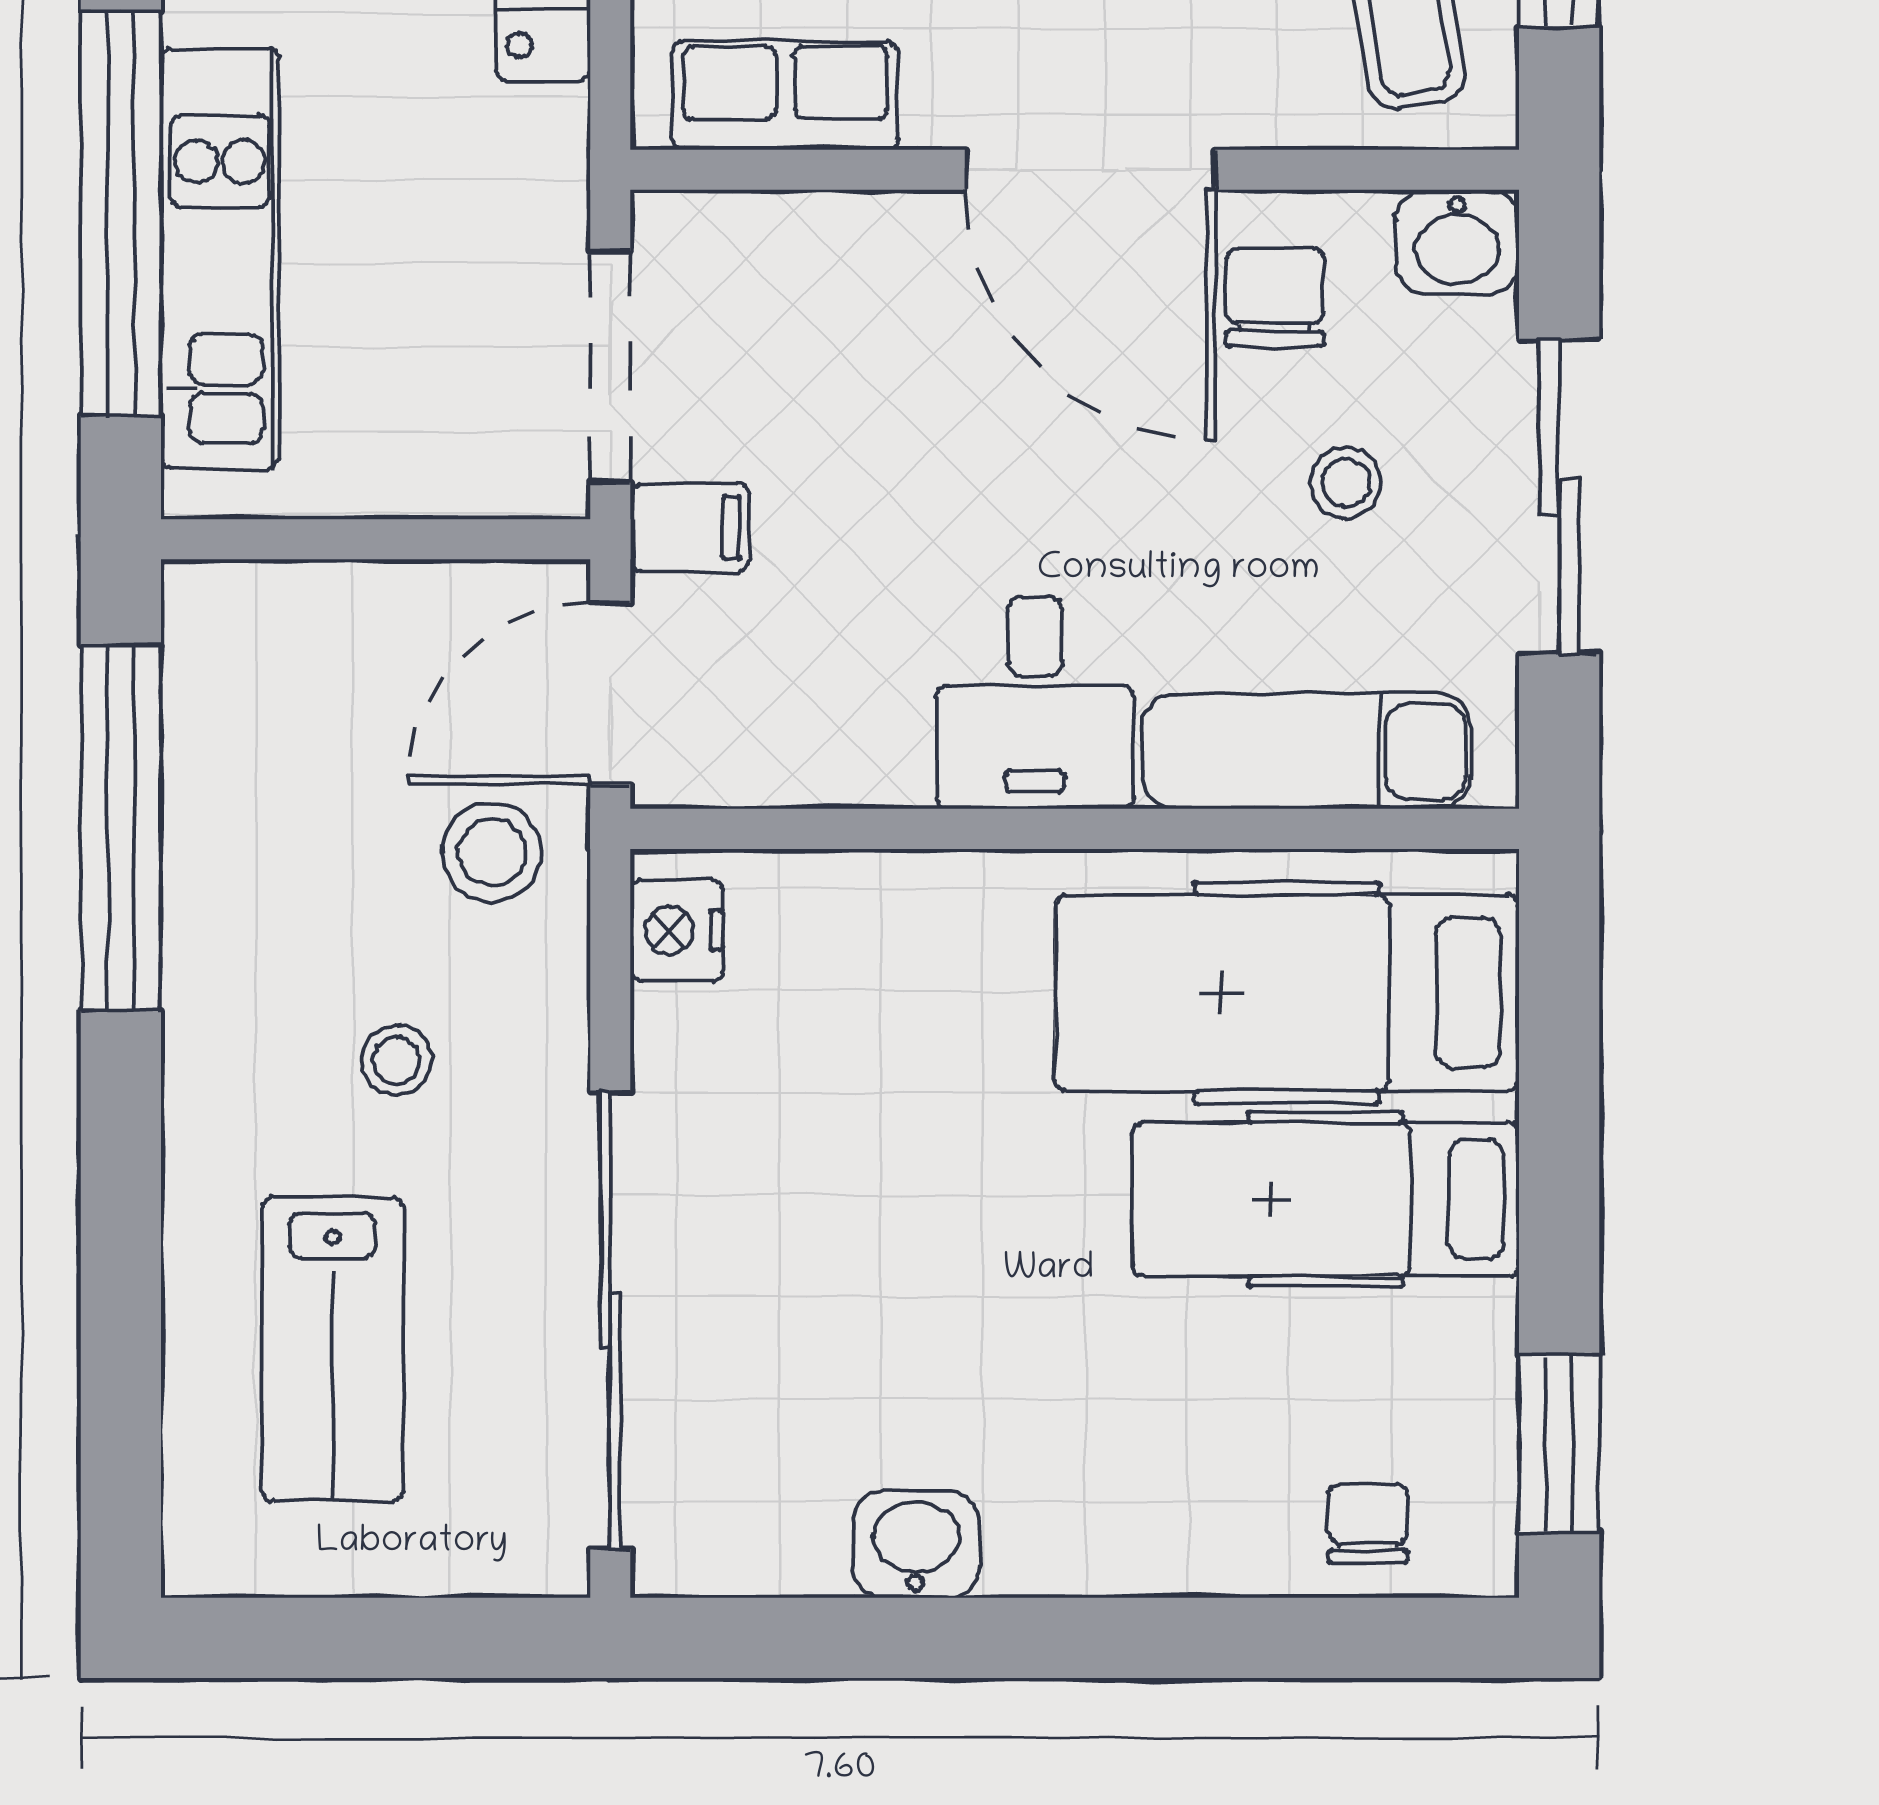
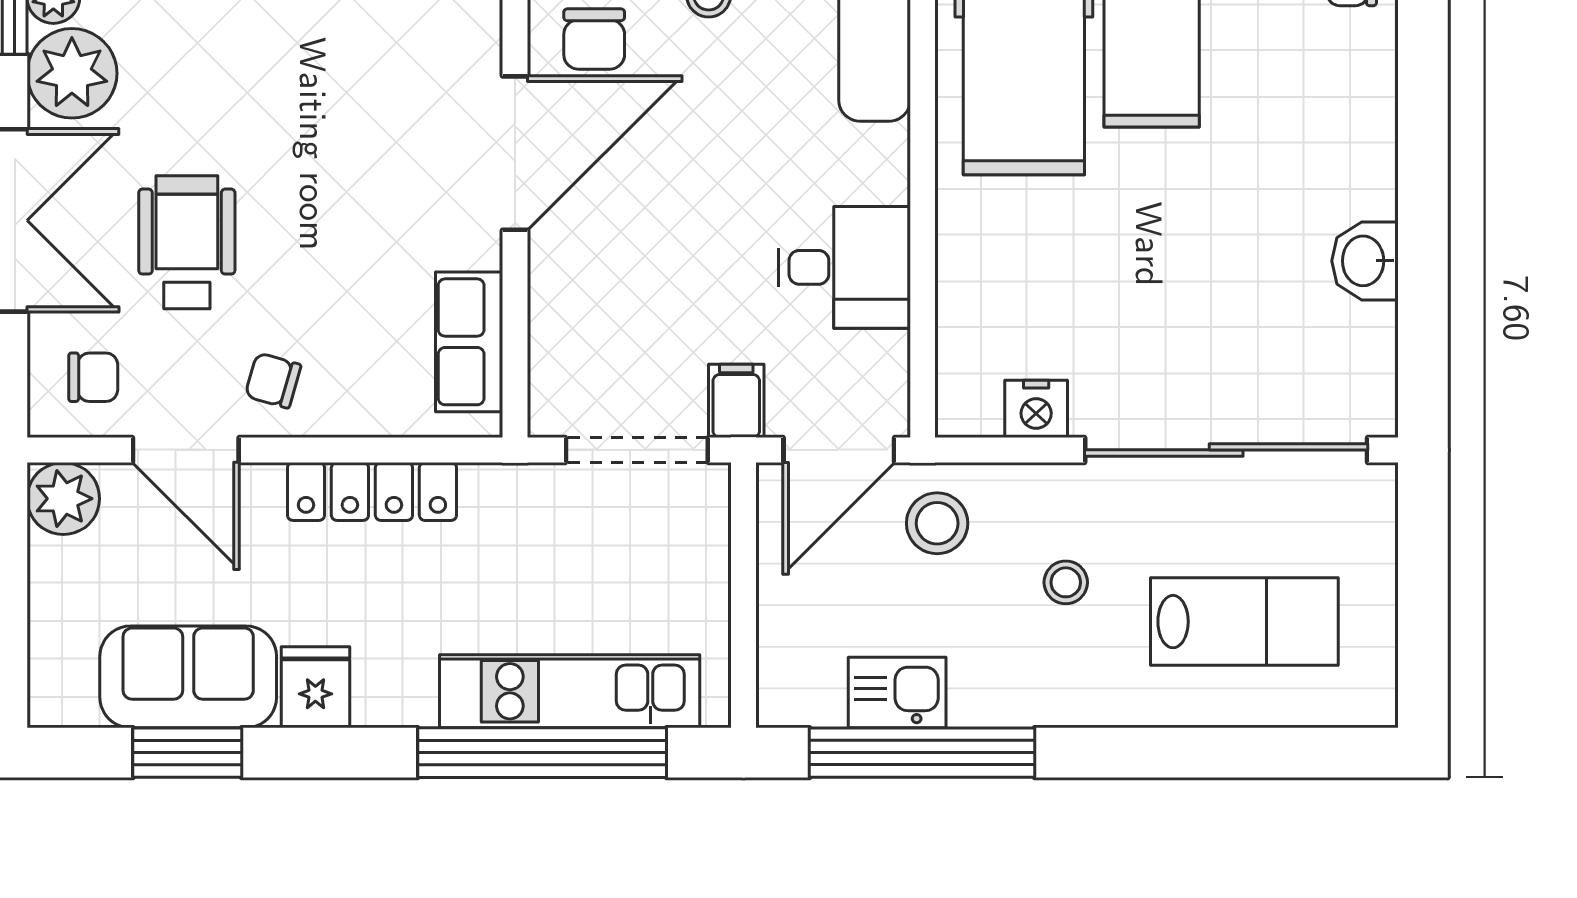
chair: (1275, 298) -> (594, 39), turned -90
door: (610, 694) -> (839, 450), hinge flipped
desk: (1035, 703) -> (844, 267), moved
kitchen sink: (218, 788) -> (897, 692), added
nightstand: (677, 930) -> (1036, 409), moved

